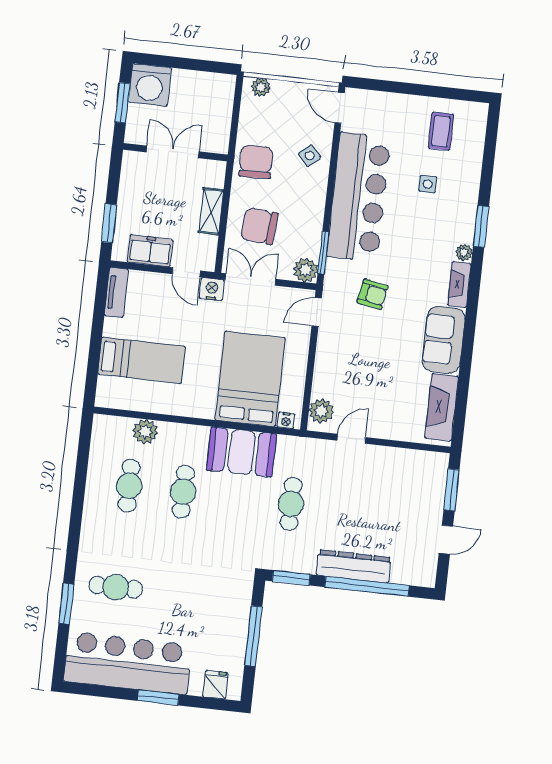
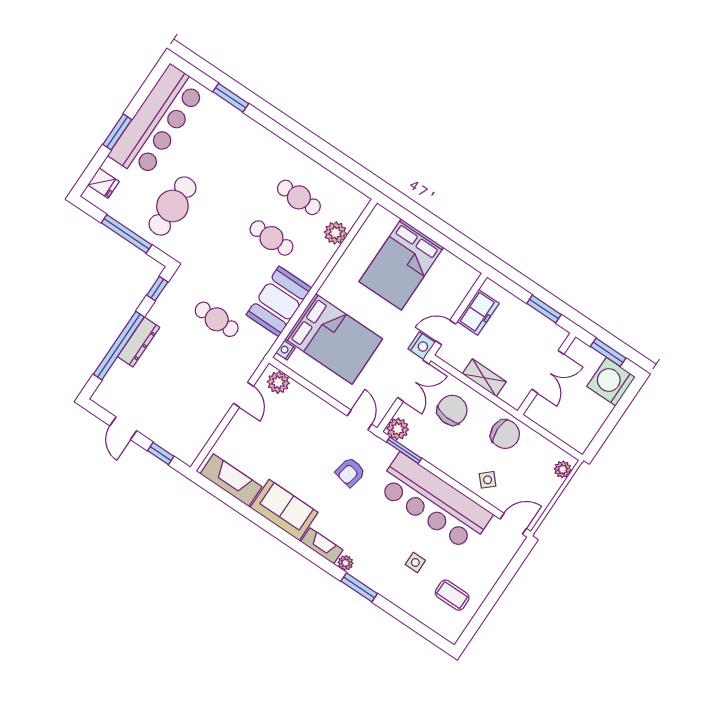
window: (109, 223) -> (544, 309), moved
tv unit: (116, 292) -> (459, 268), removed
bed: (141, 360) -> (401, 264), width x1.50
window: (451, 490) -> (161, 454), width x0.67
dresser: (354, 566) -> (139, 342), width x0.73, depth x0.80
window: (291, 578) -> (157, 289), width x0.67
cafe table: (116, 587) -> (172, 206), moved, width x1.37, depth x1.35

